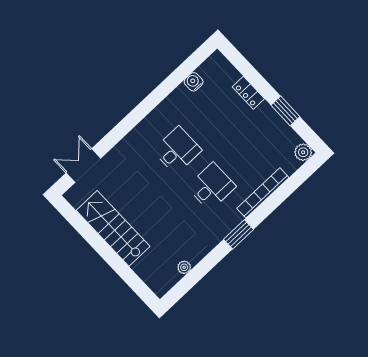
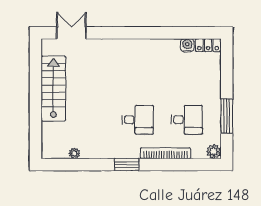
locker: (248, 93) -> (208, 45), moved, turned -90
window: (285, 111) -> (227, 116), width x1.44
desk: (177, 150) -> (187, 120), moved

